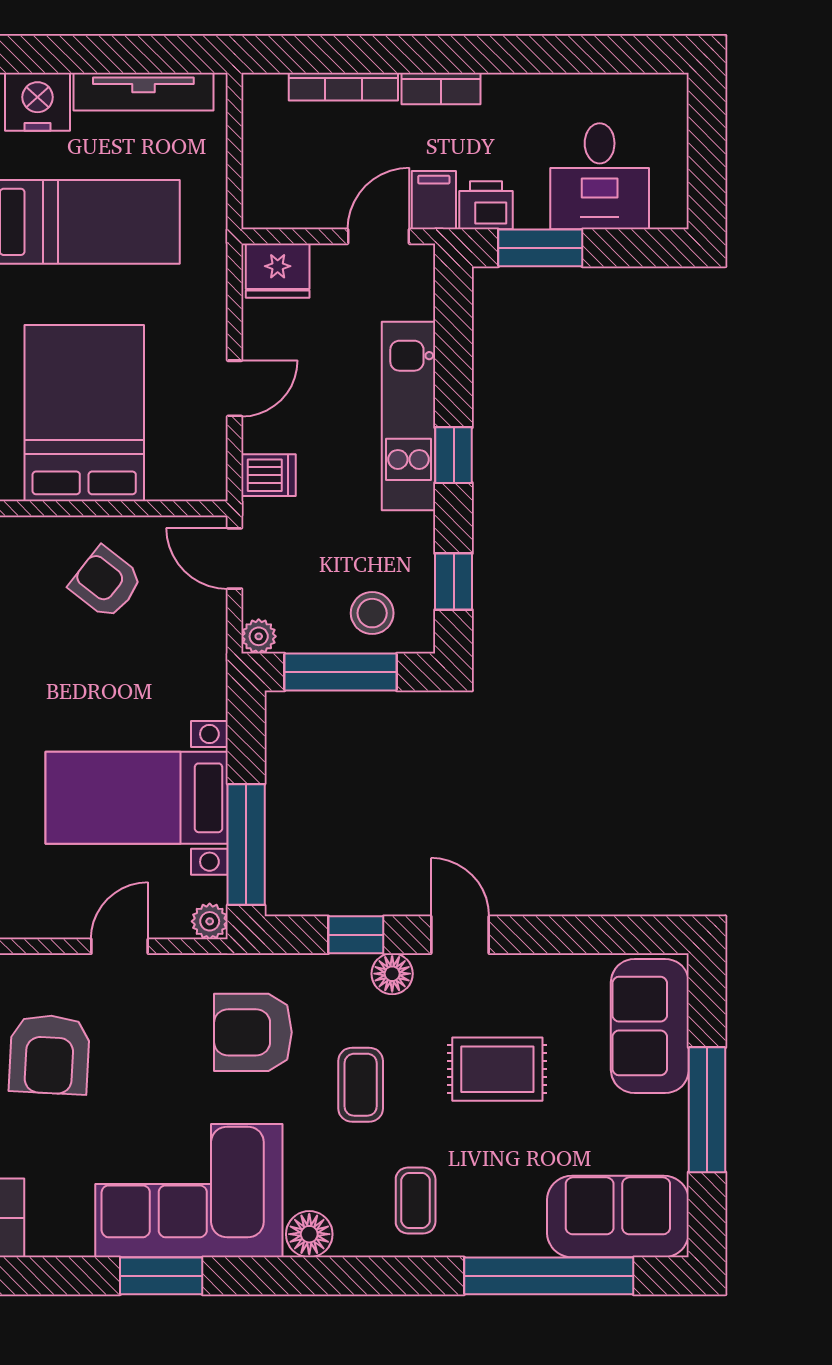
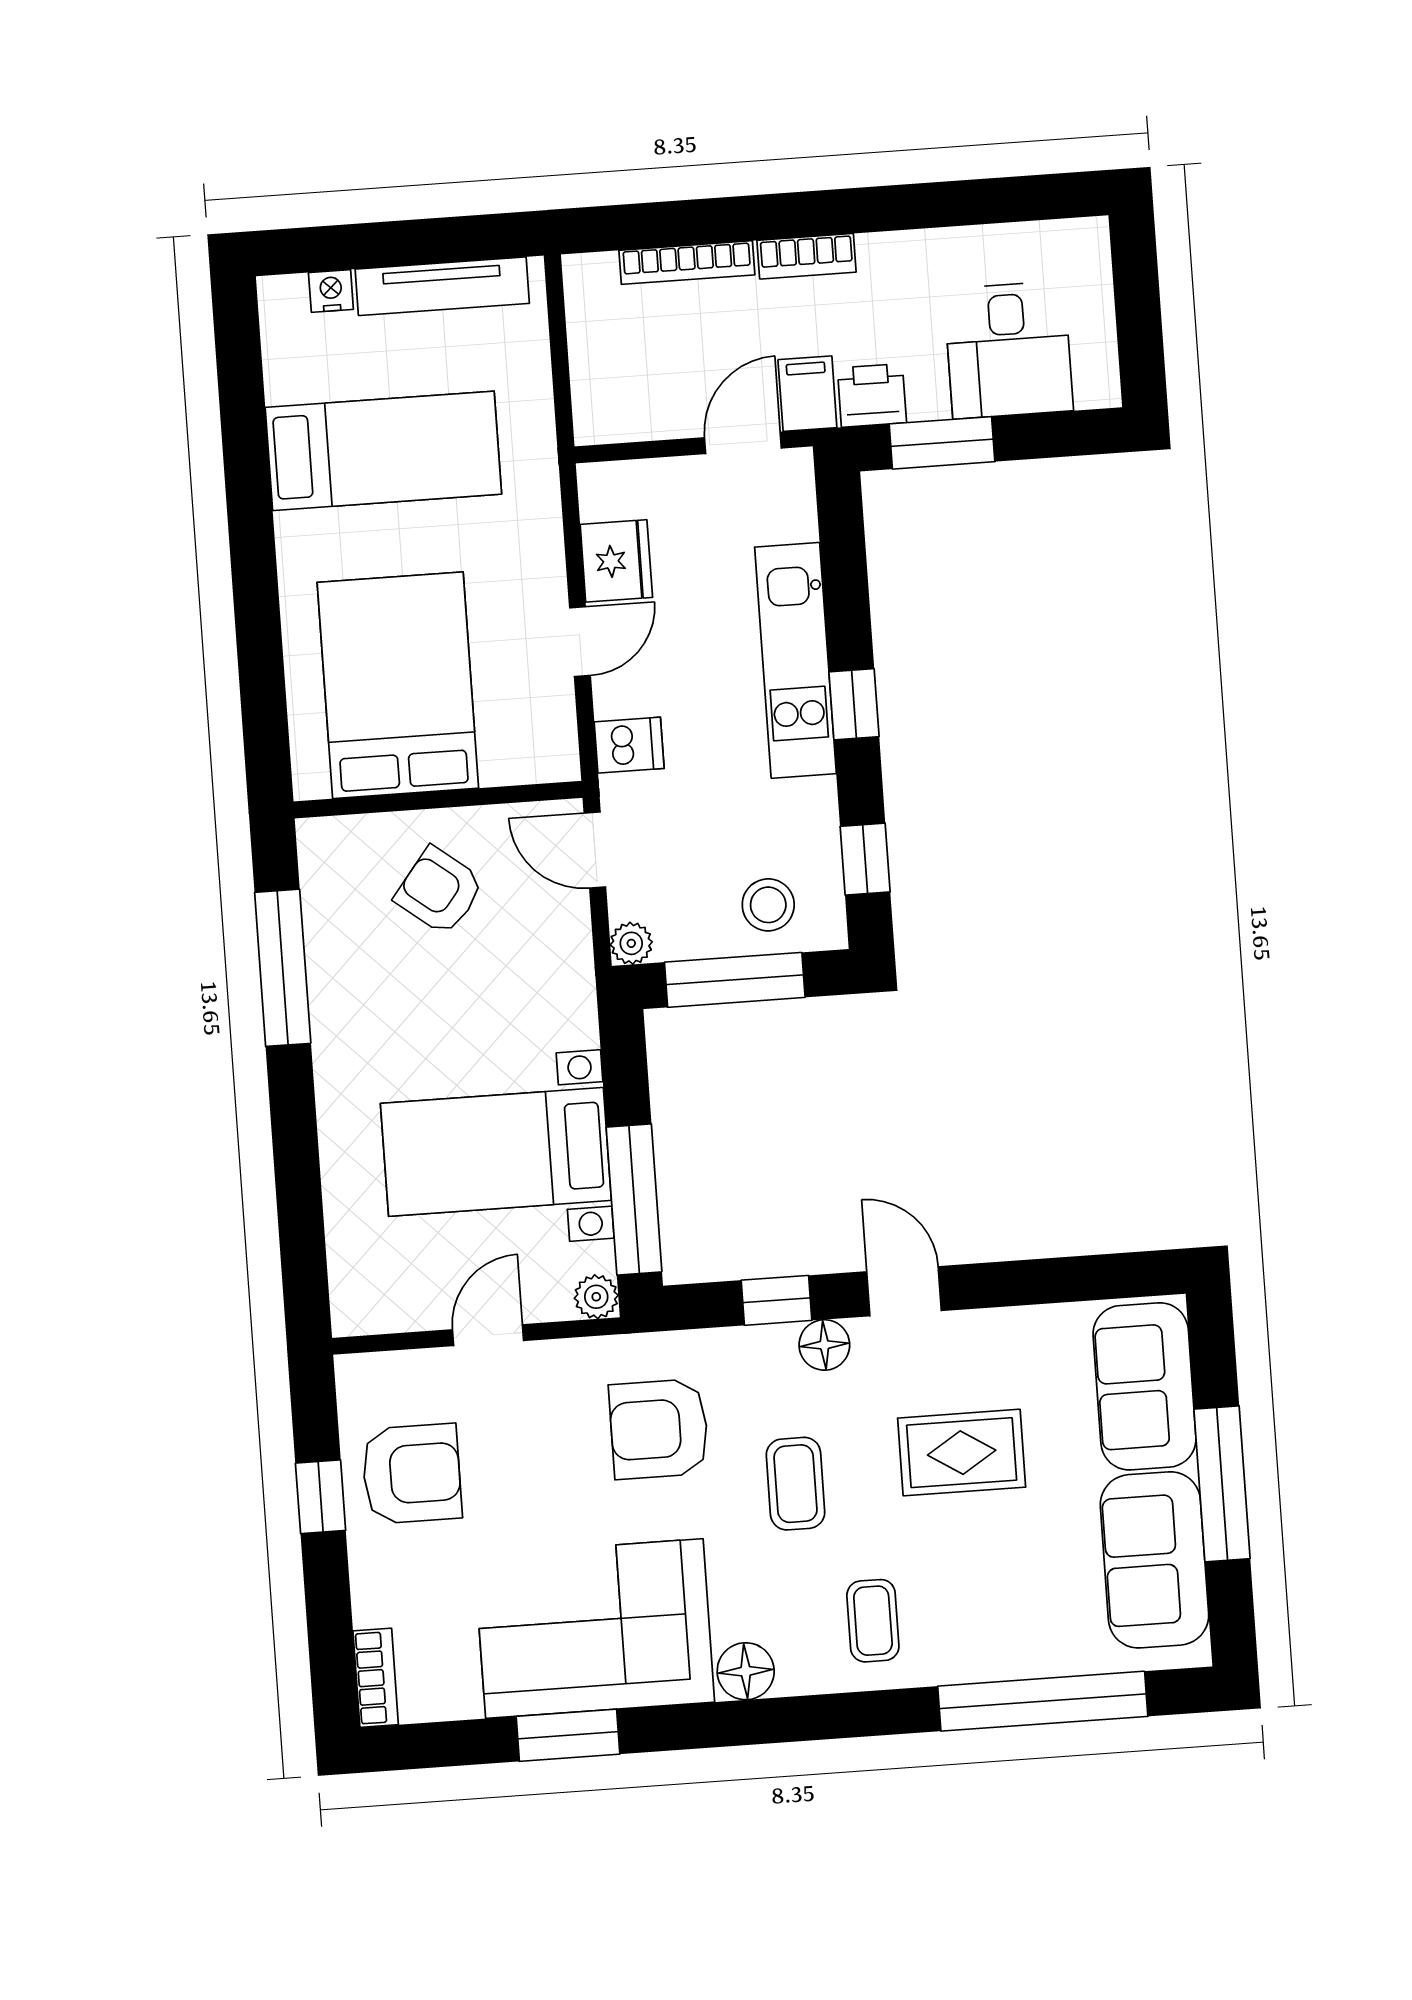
nightstand: (38, 102) -> (331, 291), width x0.53, depth x0.56
fridge: (278, 271) -> (616, 561), moved, turned -90
armchair: (49, 1054) -> (412, 1474), turned -93
sofa: (618, 1216) -> (1154, 1560), moved, turned -90

